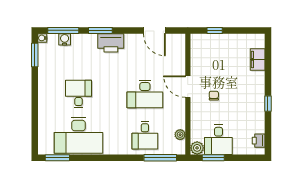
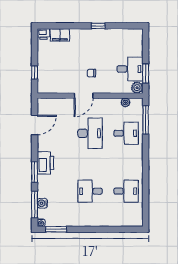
desk: (79, 135) -> (126, 191), width x0.53, depth x0.77
printer: (259, 141) -> (44, 34), moved
window: (57, 158) -> (146, 210), removed

